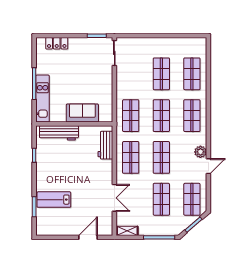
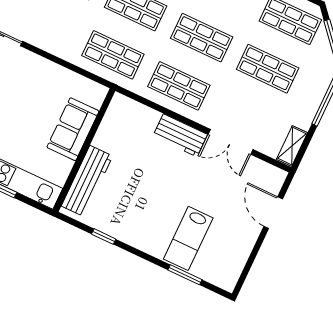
workbench: (105, 145) -> (180, 135), moved
double door: (114, 198) -> (231, 142), swing flipped

